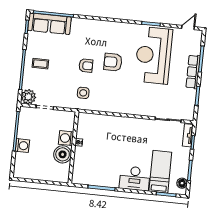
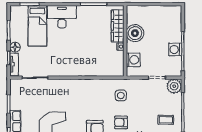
washing machine: (66, 138) -> (133, 60), moved
washing machine: (22, 146) -> (175, 49), moved
wardrobe: (79, 163) -> (118, 26), added
floor lamp: (182, 183) -> (15, 47), moved

